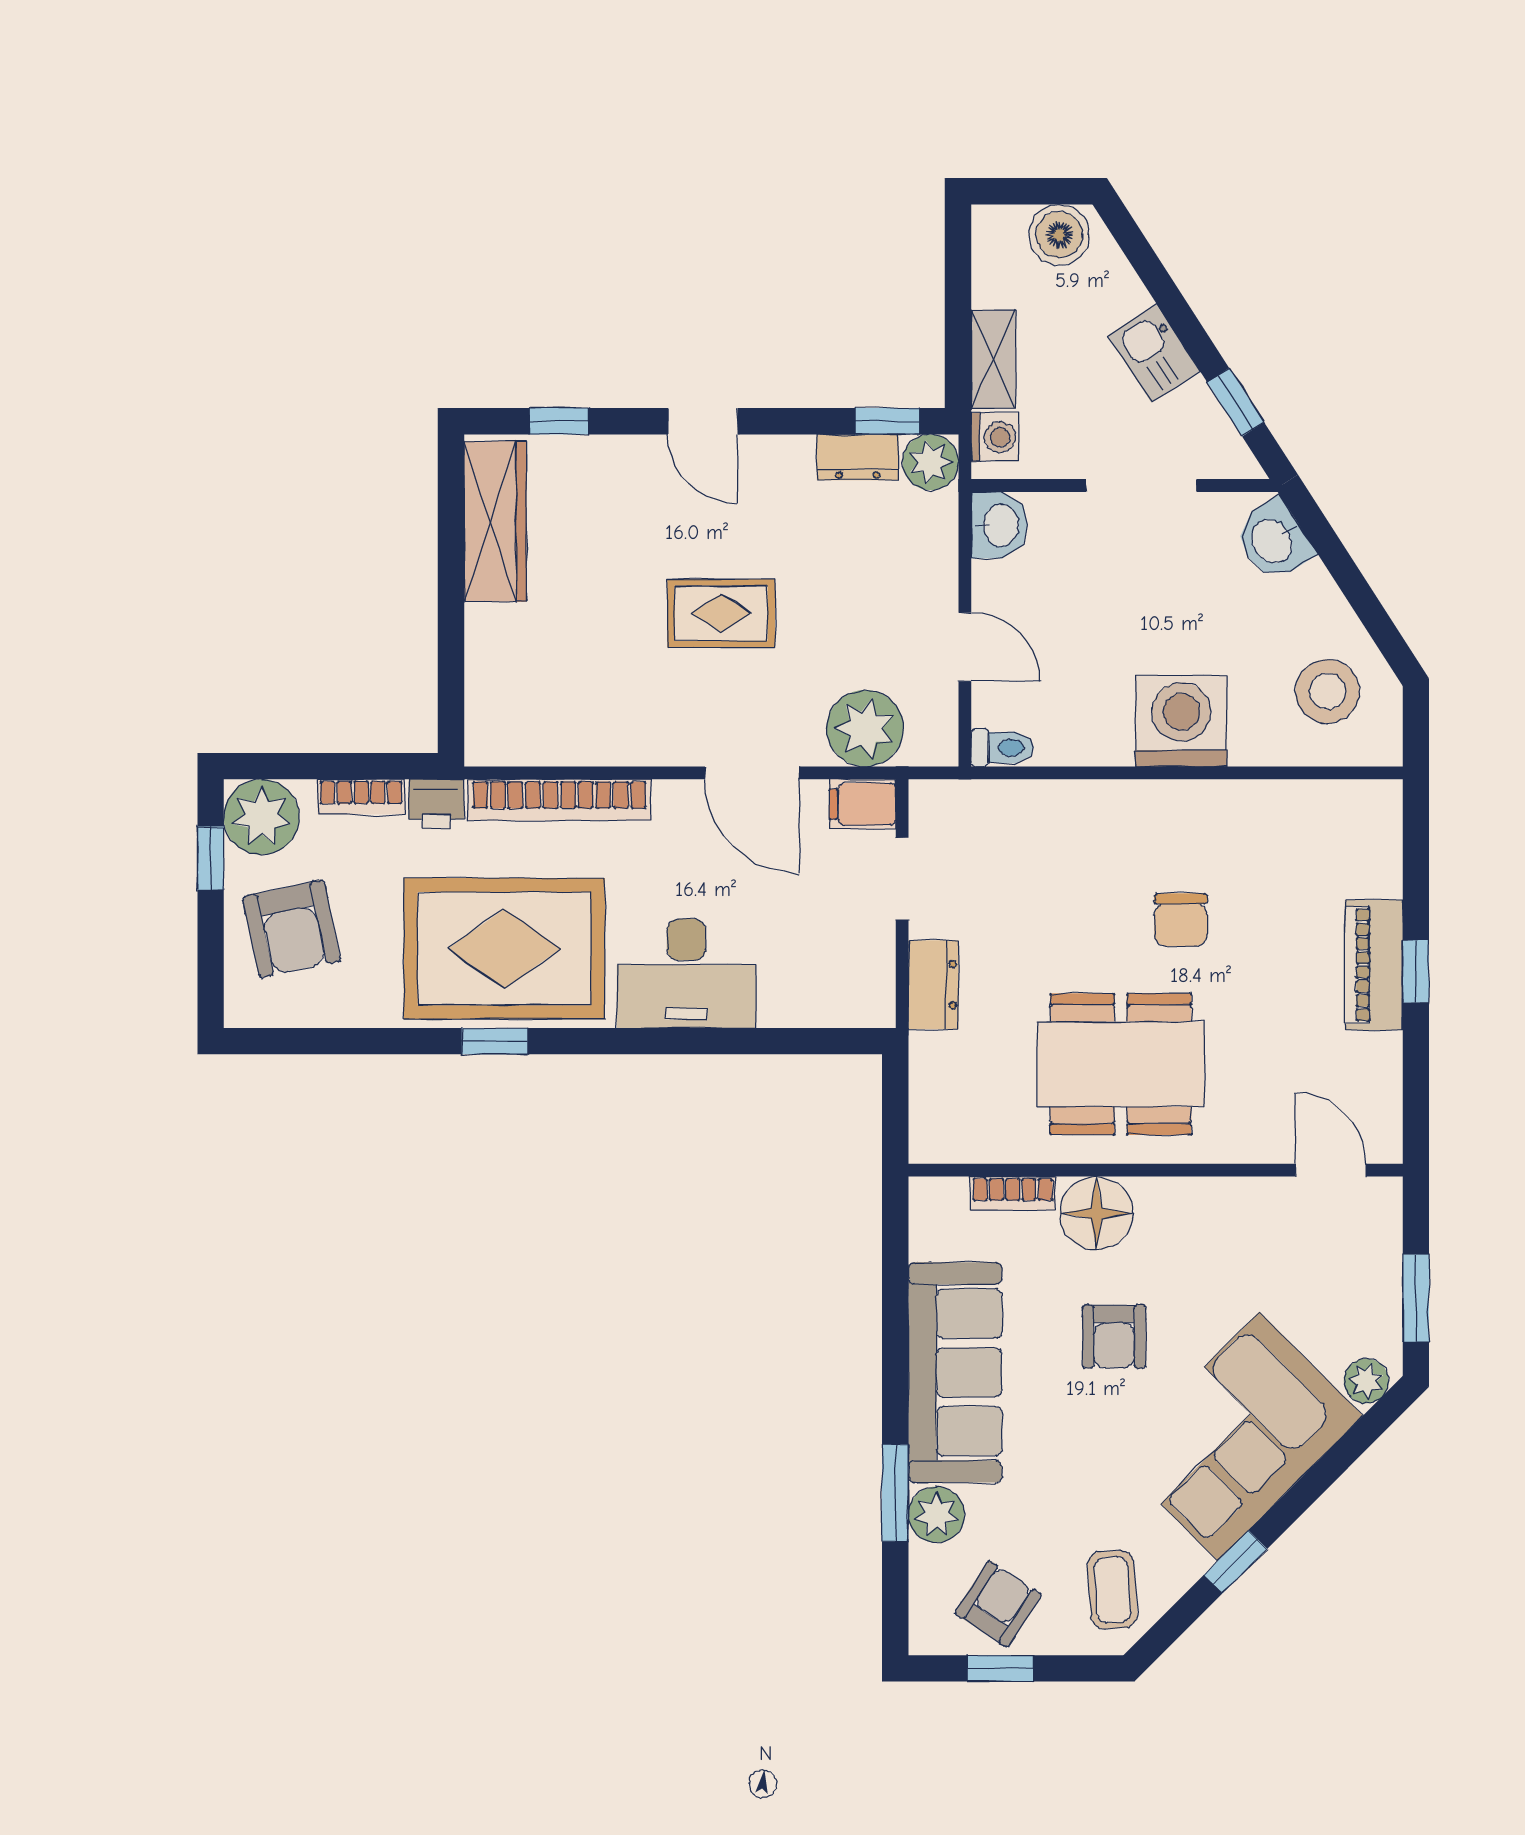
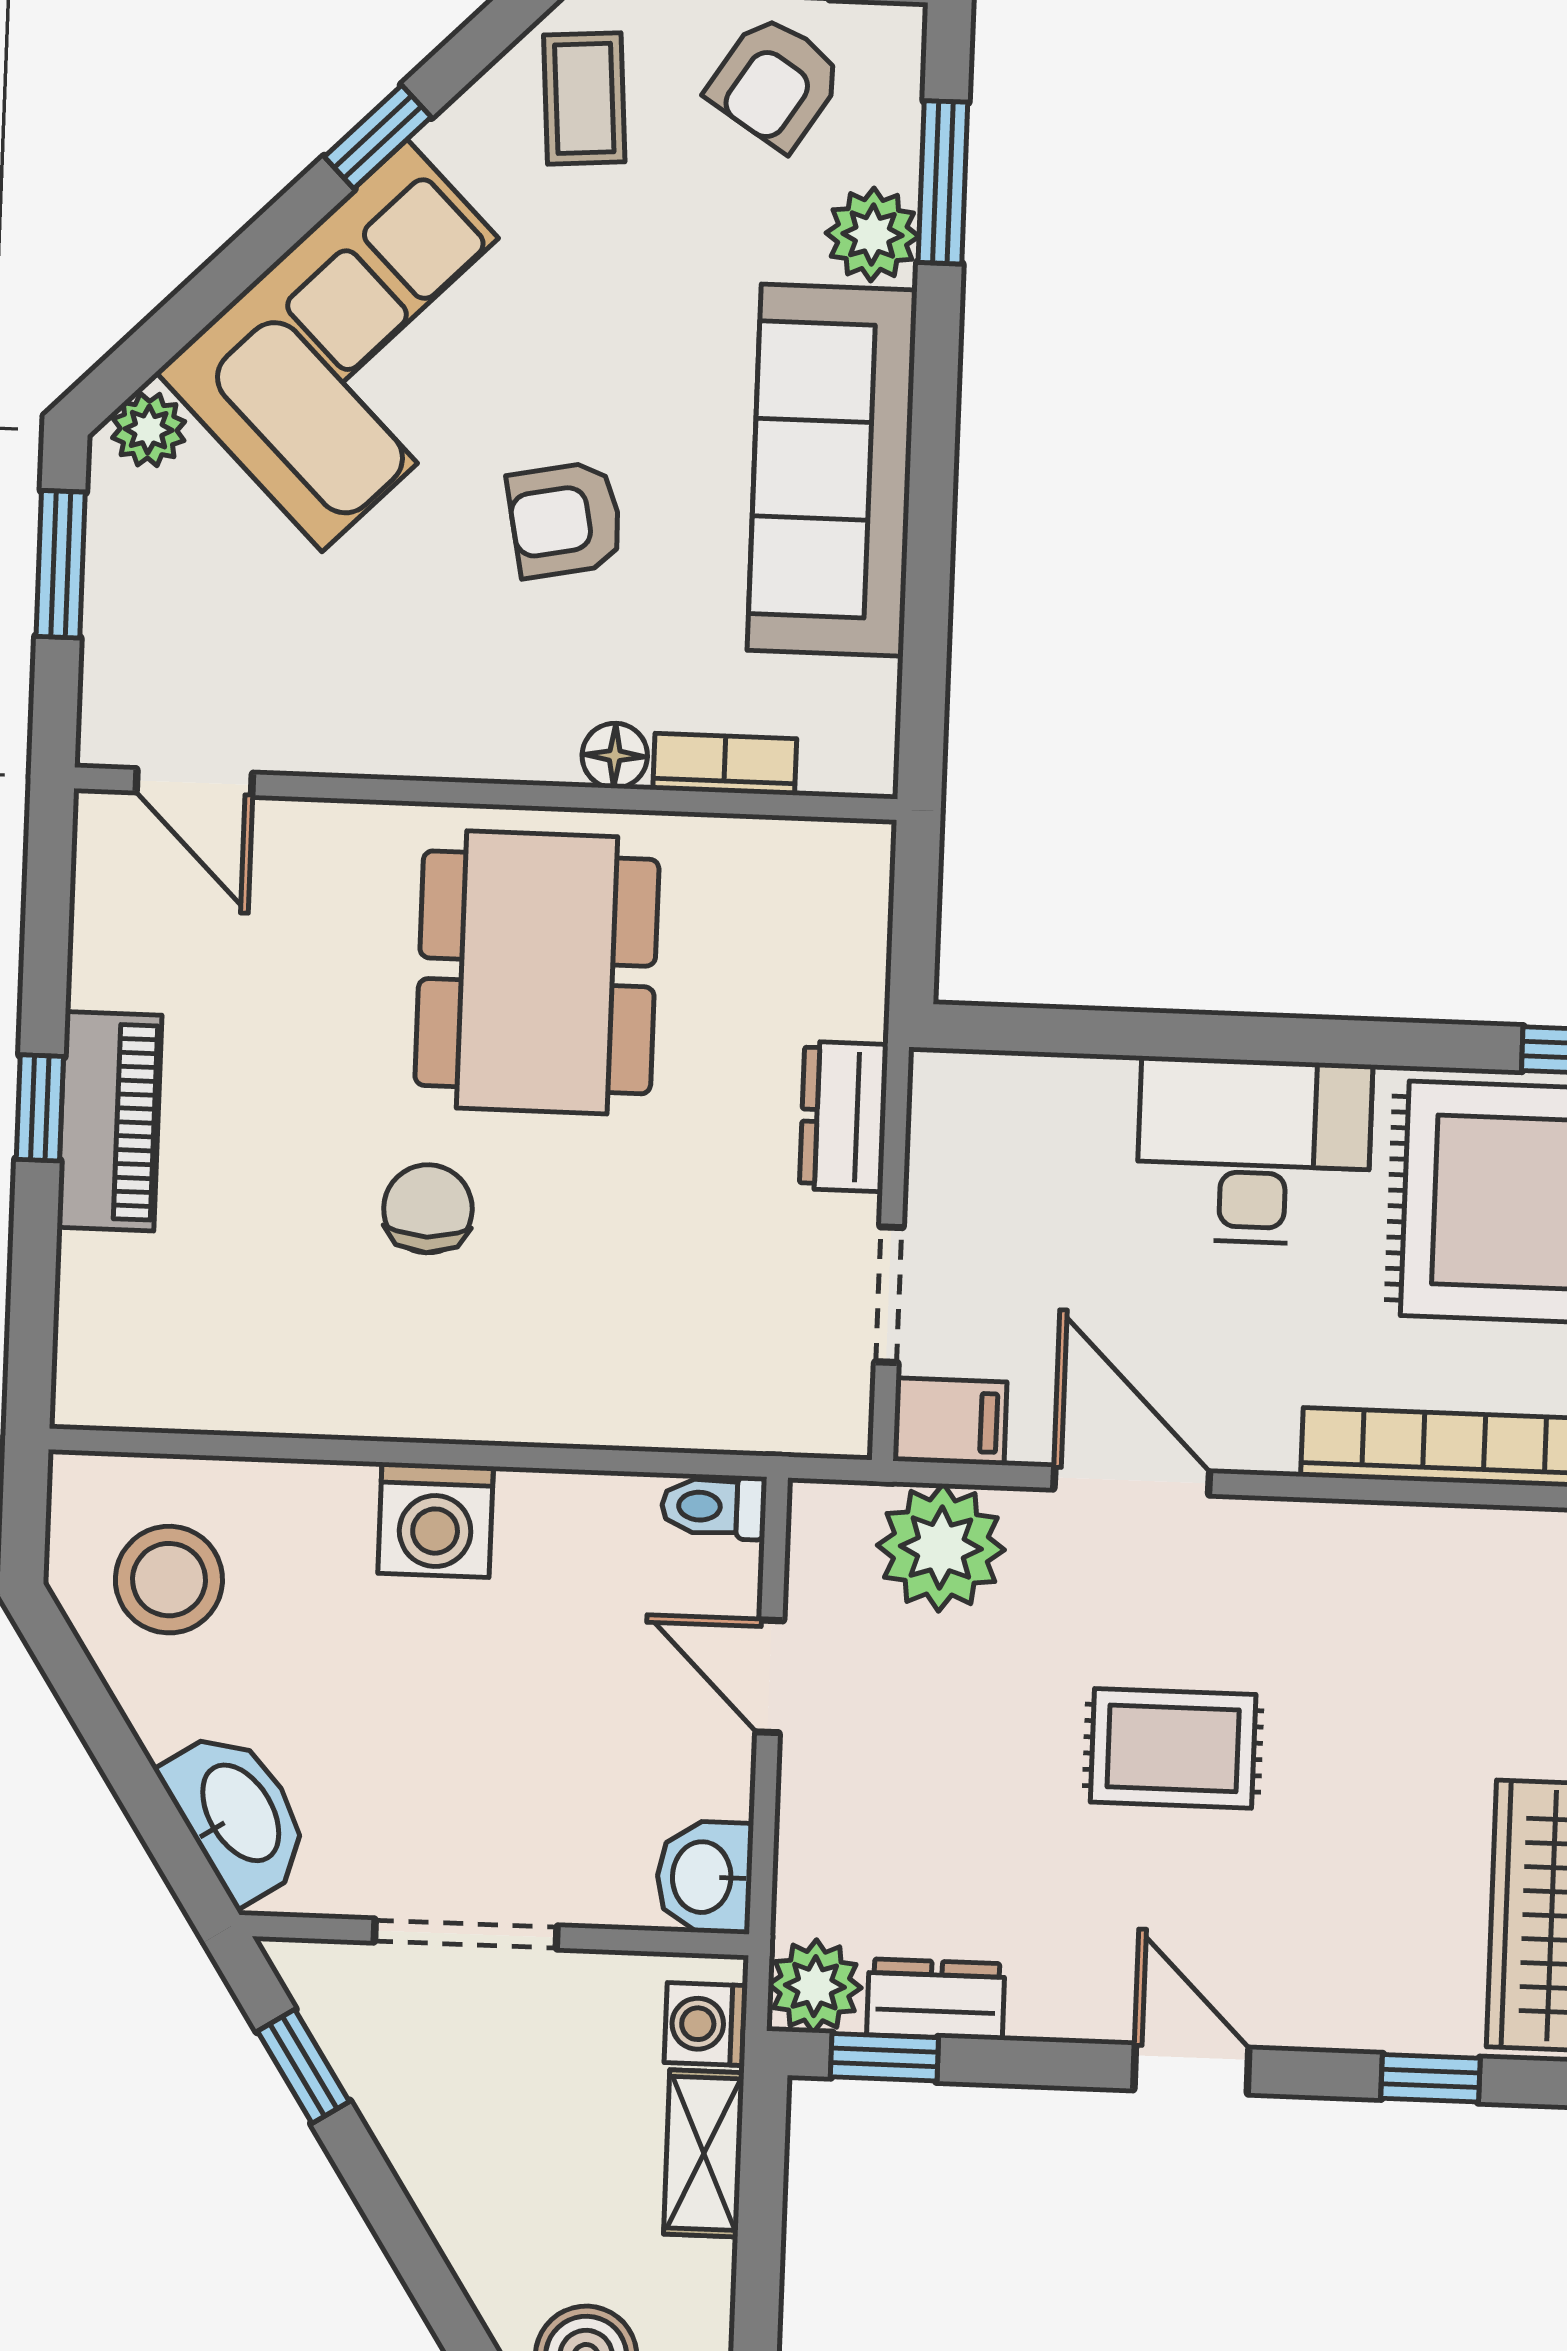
kitchen sink: (1154, 353) -> (436, 2153), removed
washbasin: (1273, 540) -> (238, 1814), width x1.38
washing machine: (1181, 721) -> (436, 1520), width x0.73, depth x0.73
dining table: (1121, 1064) -> (537, 972), turned 90
floor lamp: (1096, 1213) -> (615, 756), width x0.53, depth x0.53
armchair: (1114, 1337) -> (565, 520), turned -101
window: (895, 1493) -> (943, 182), moved

